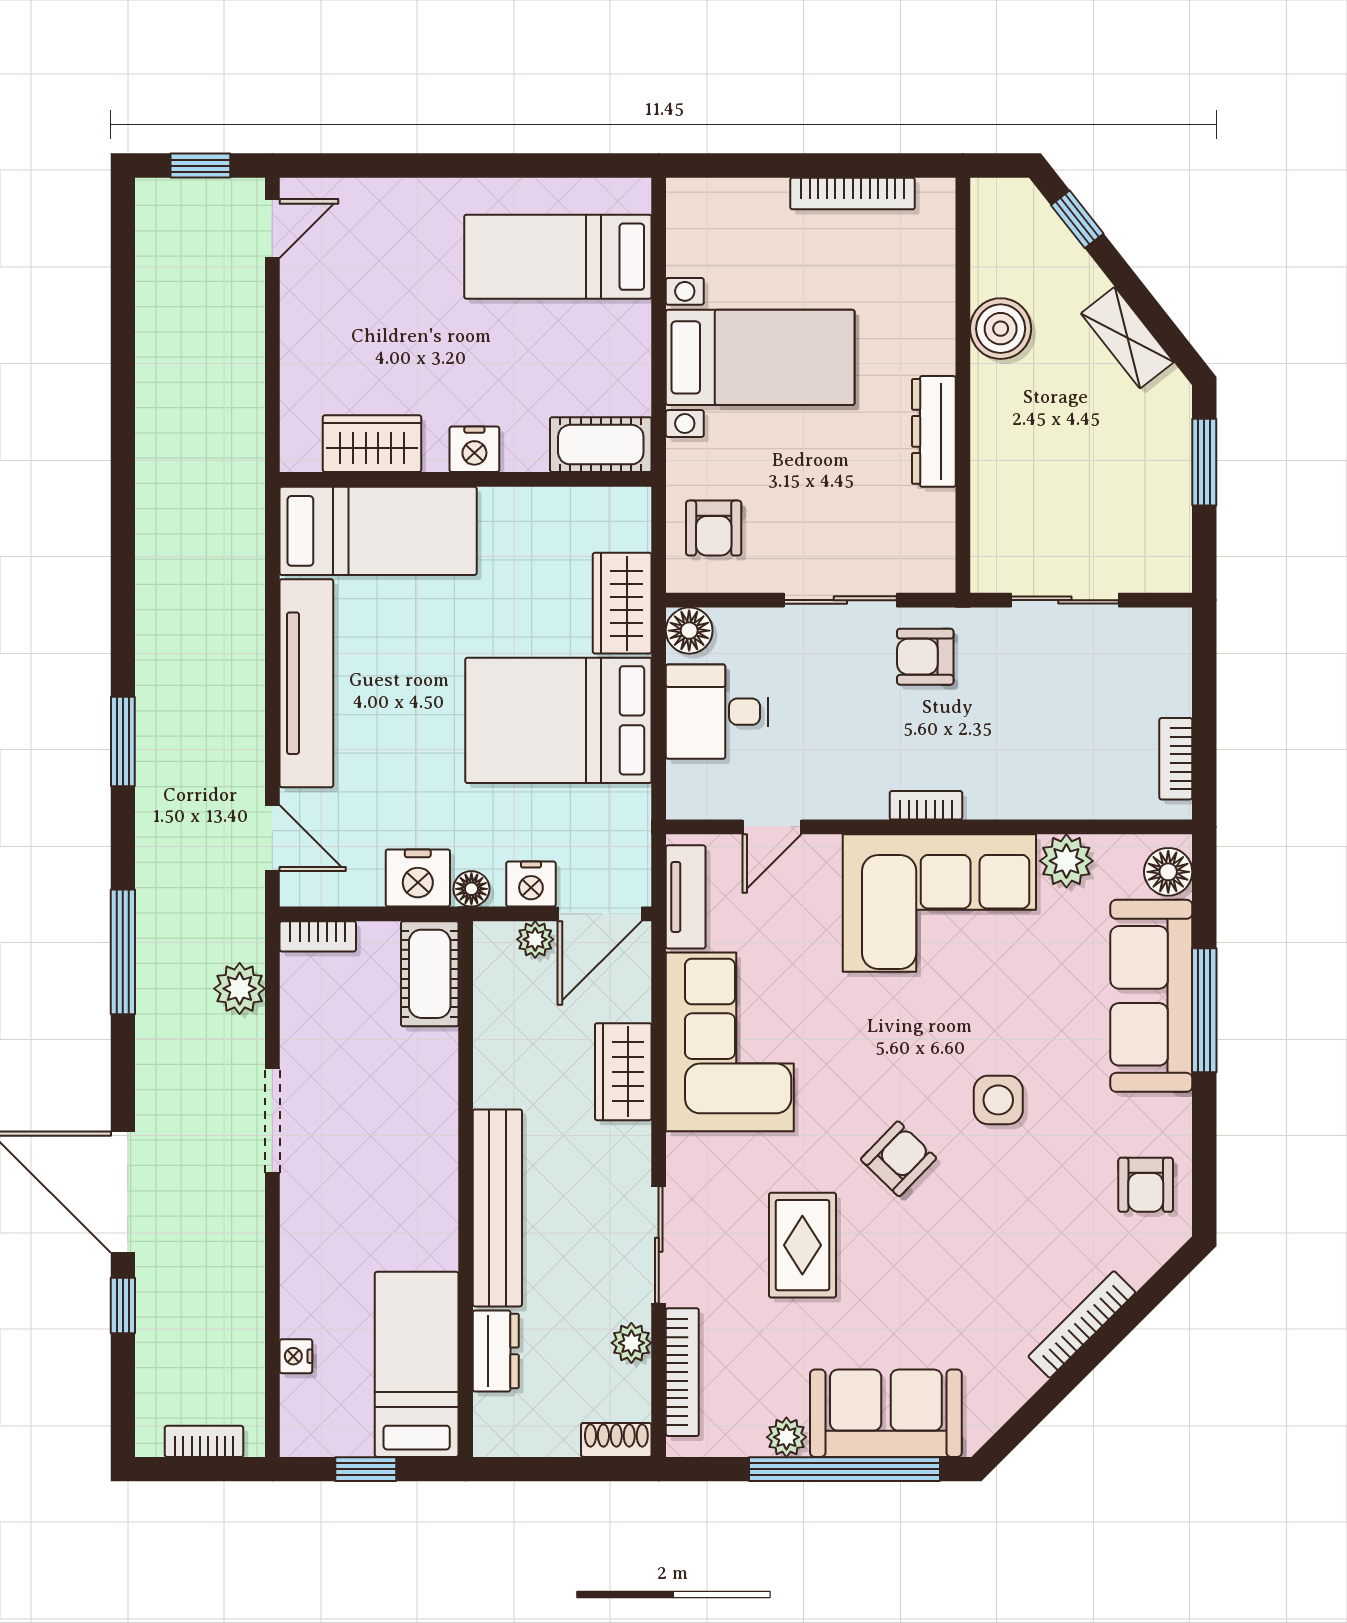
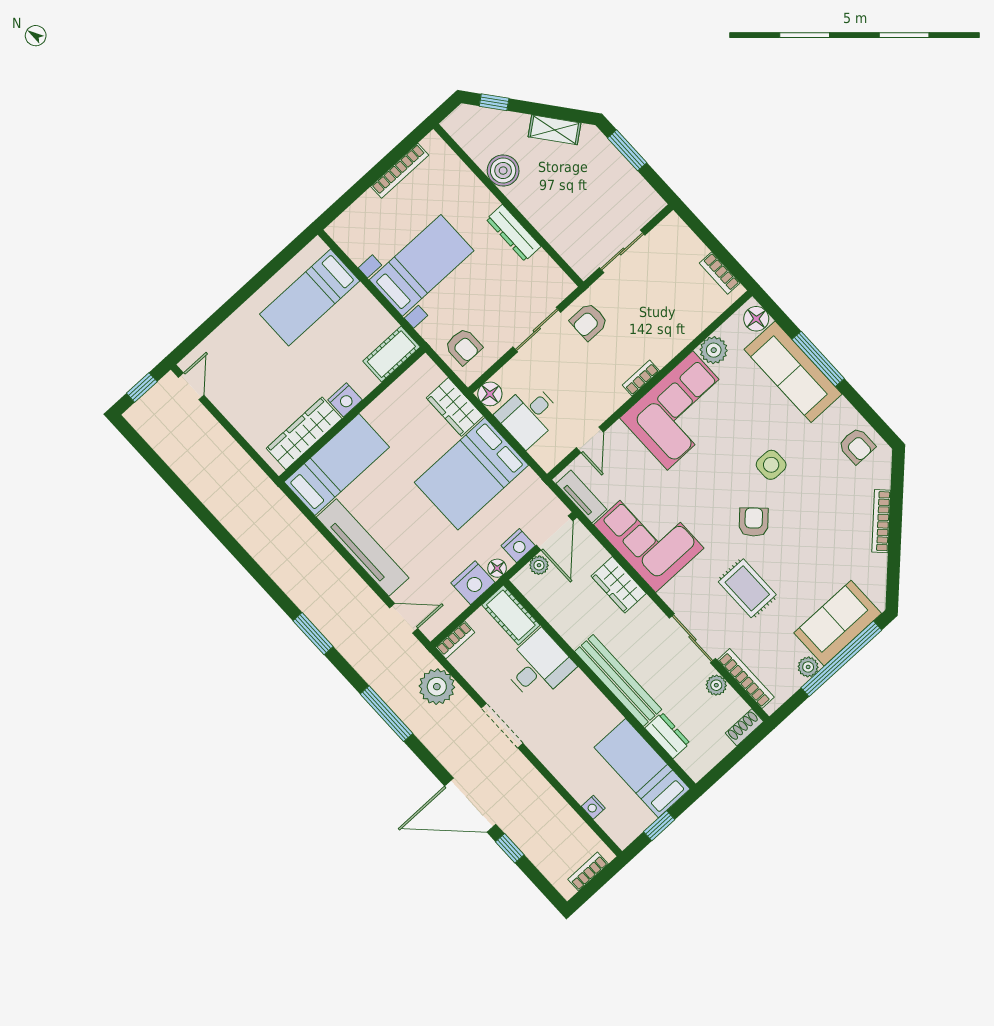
wardrobe: (372, 444) -> (304, 433), width x1.50
plant: (240, 989) -> (437, 687), width x1.36, depth x1.36
desk: (402, 1083) -> (538, 666), added

